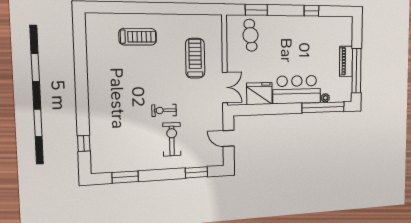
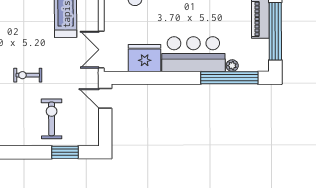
double door: (225, 88) -> (101, 50), swing flipped
door: (229, 138) -> (105, 98), moved
exercise bike: (172, 139) -> (52, 119), moved

